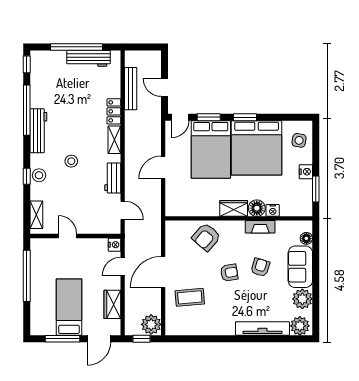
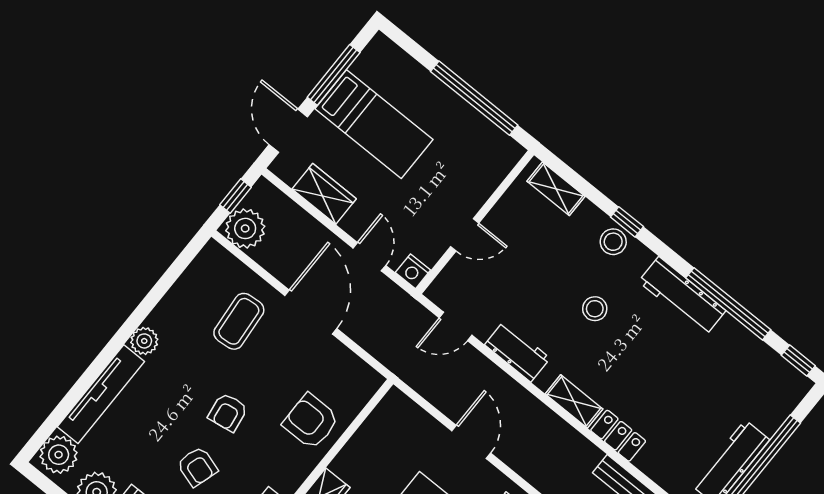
door: (68, 236) -> (465, 235), moved
armchair: (206, 237) -> (311, 421), turned -41
plant: (228, 328) -> (144, 341), added

